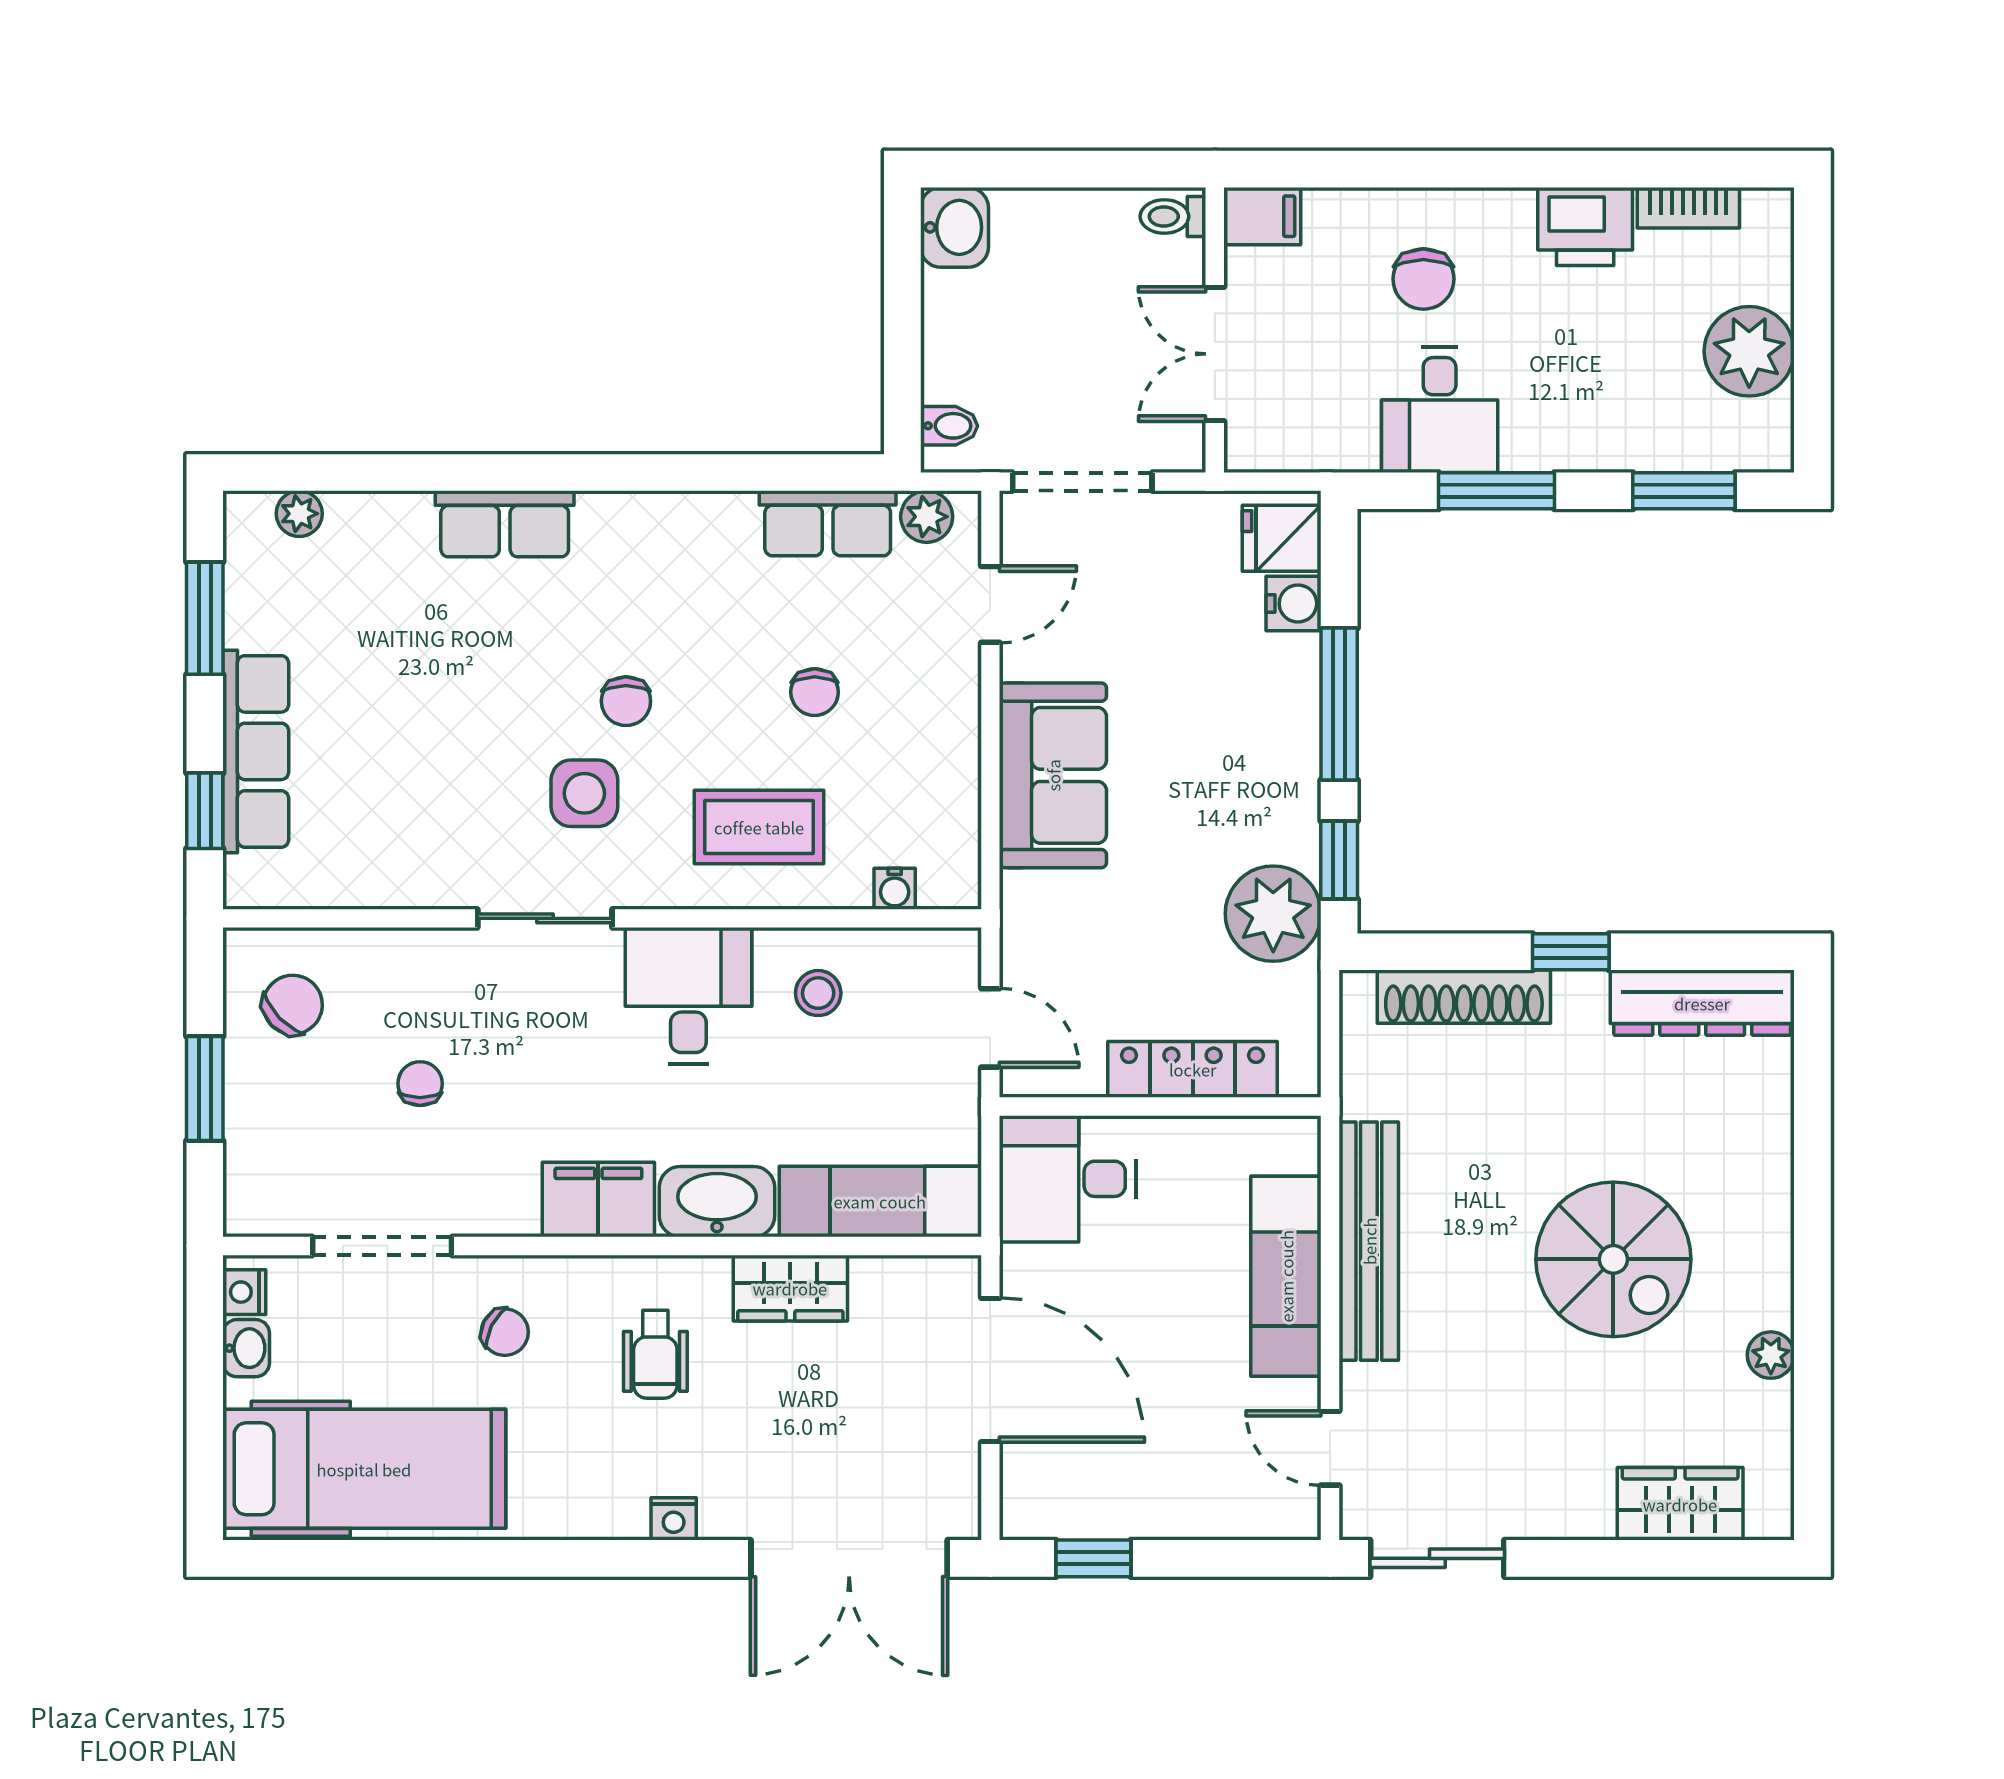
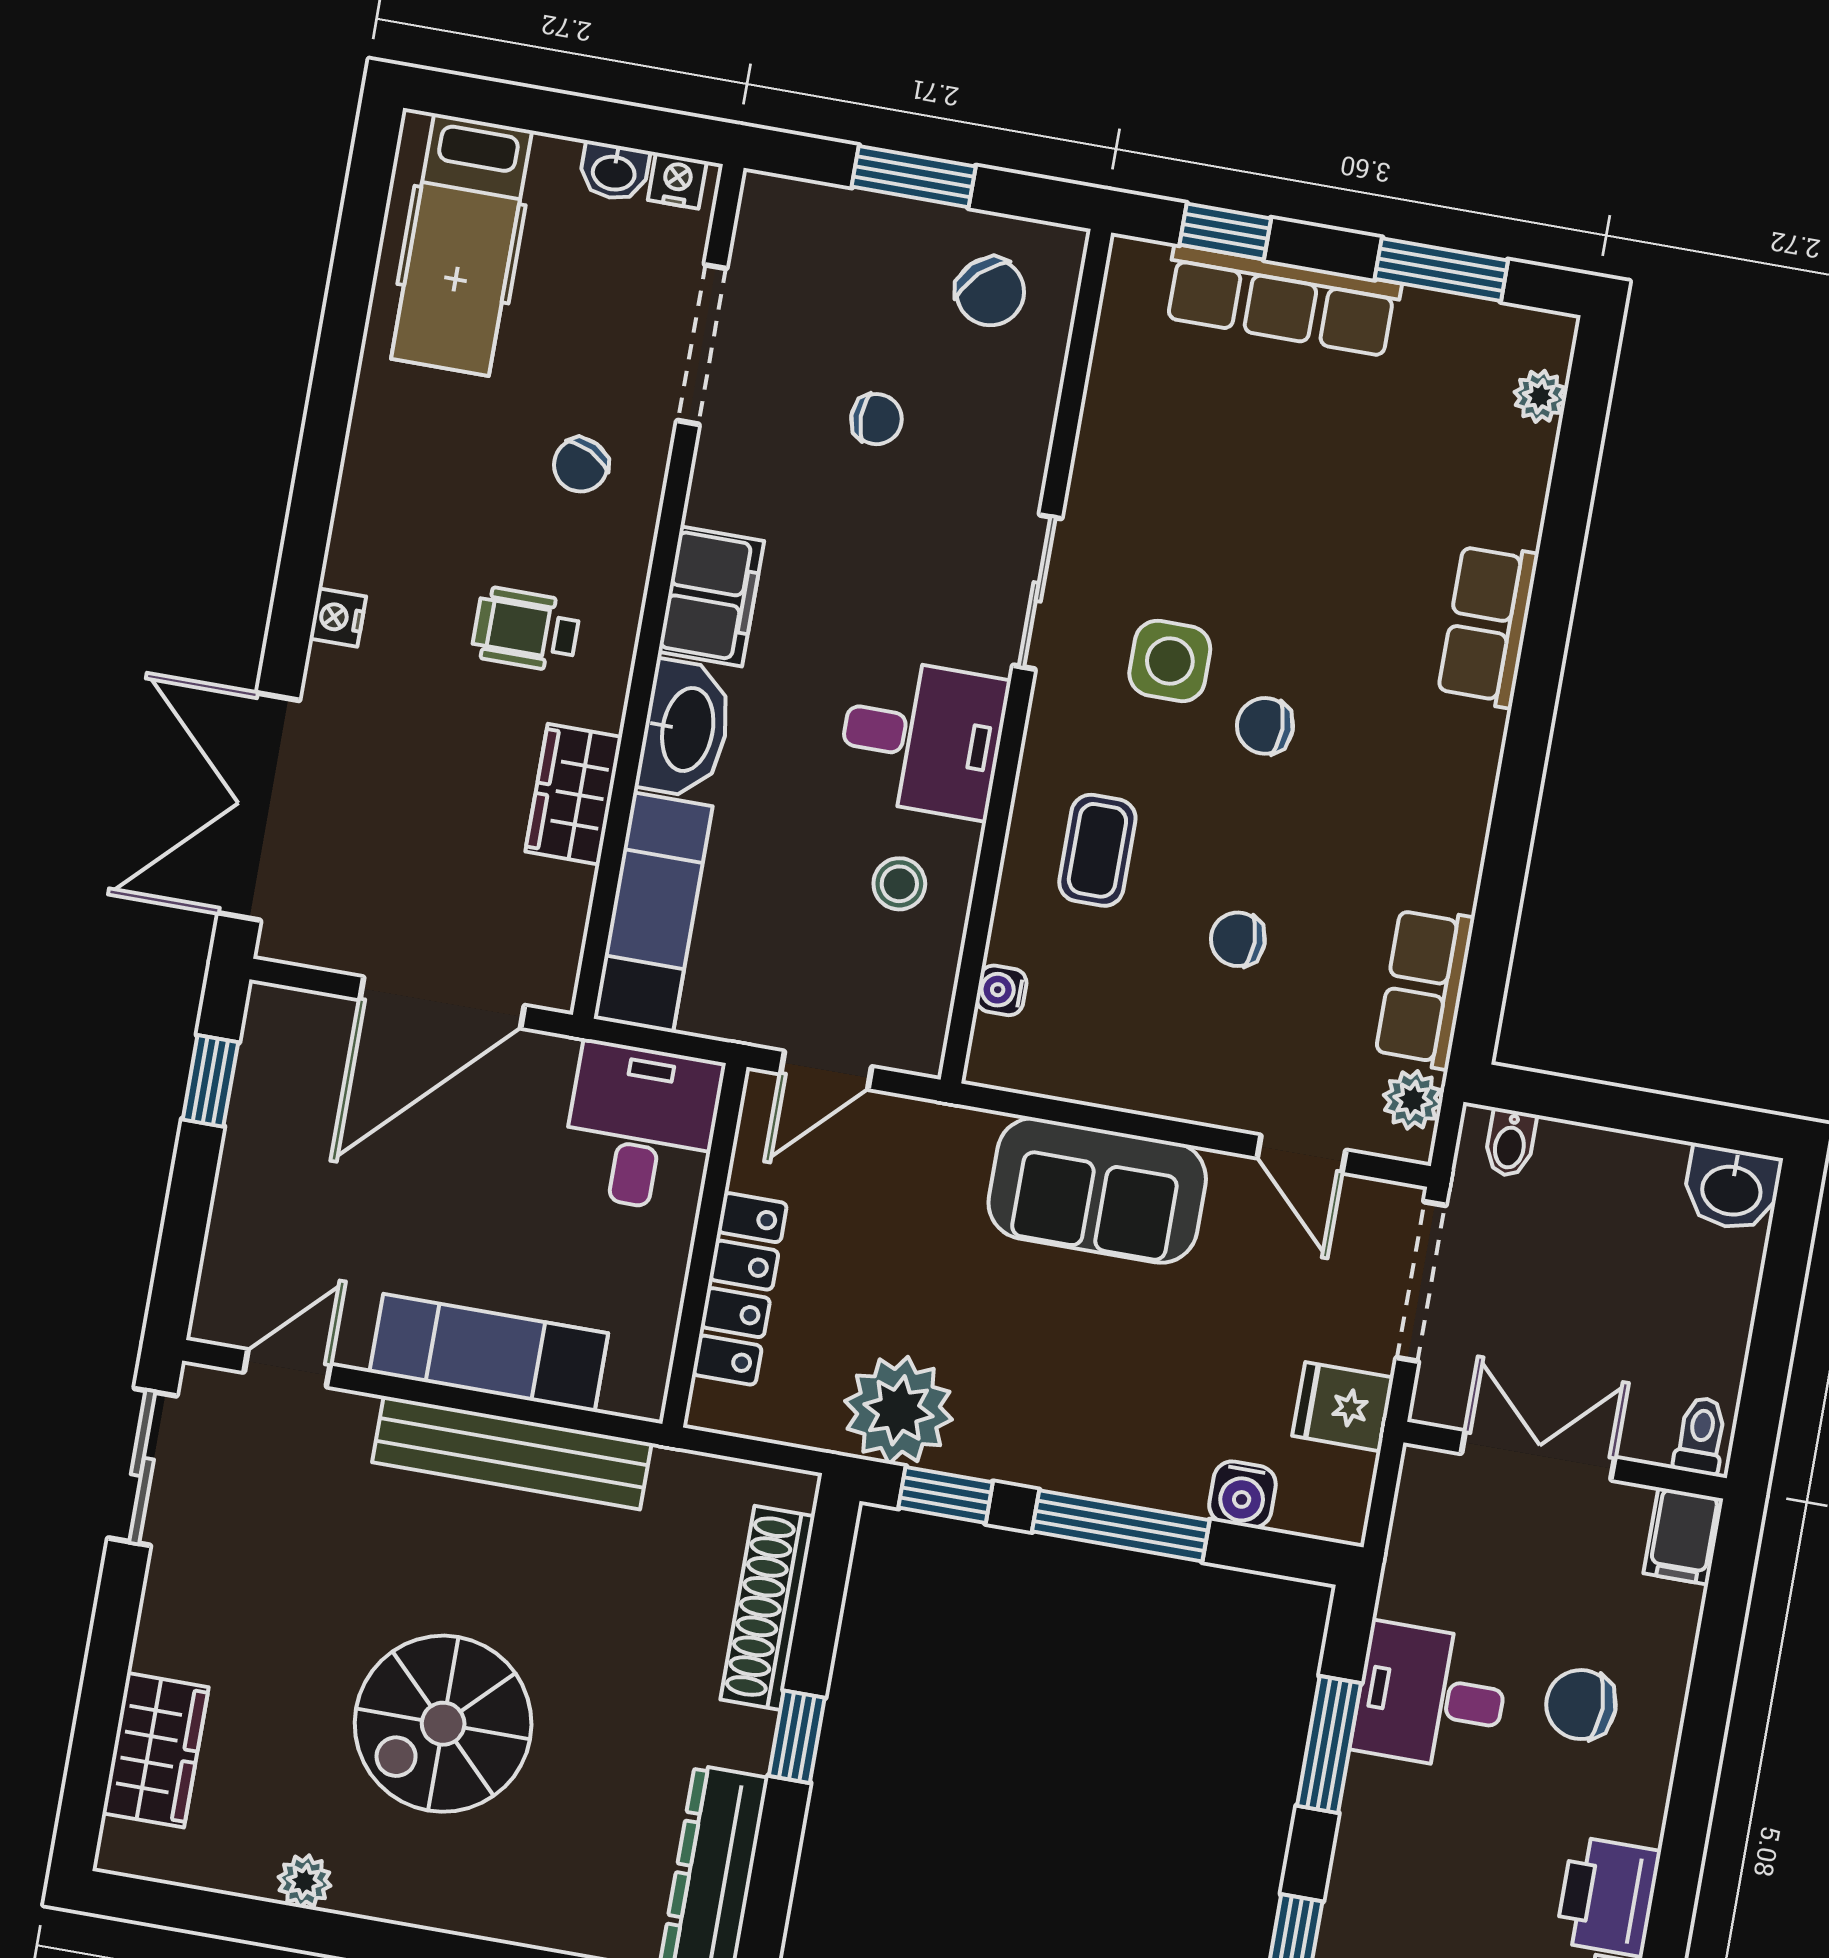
fridge: (1282, 538) -> (1343, 1407), moved, turned -90
coffee table: (759, 827) -> (1097, 850), width x0.73, depth x0.77
hospital bed: (364, 1469) -> (462, 245), width x0.73, depth x0.78

